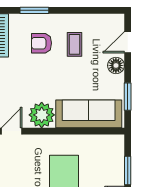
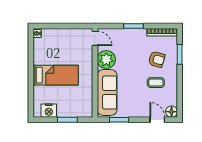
armchair: (41, 43) -> (157, 59), turned 106
floor lamp: (116, 65) -> (172, 112), moved

